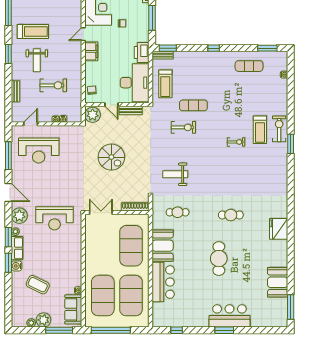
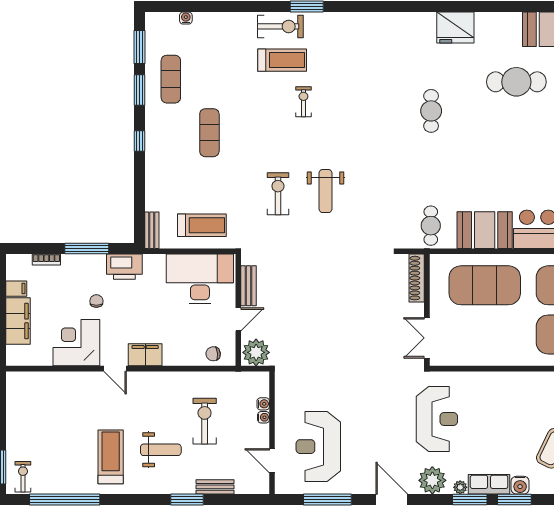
window: (168, 48) -> (139, 90), moved
printer: (142, 53) -> (124, 267), moved
window: (8, 54) -> (187, 499), moved
exercise mat: (193, 105) -> (209, 133), moved
exercise bike: (279, 129) -> (280, 26), turned 180
reception desk: (39, 150) -> (318, 447), turned 180
spiral stairs: (111, 157) -> (330, 319), removed
weight bench: (175, 174) -> (326, 191), moved
door: (8, 193) -> (392, 499), hinge flipped
cafe table: (178, 212) -> (431, 226), moved
cafe table: (219, 259) -> (516, 82), moved

